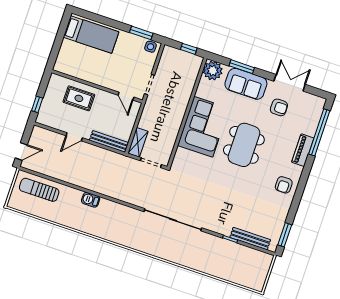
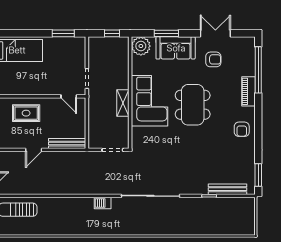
side table: (151, 47) -> (76, 43), removed
shelving: (138, 142) -> (123, 103), moved
barbecue: (91, 200) -> (103, 203), moved

